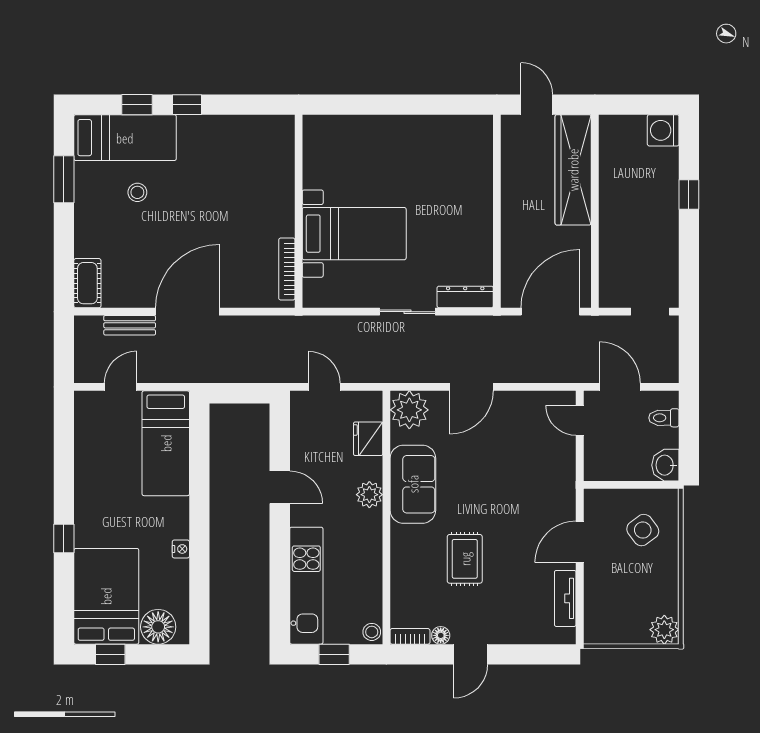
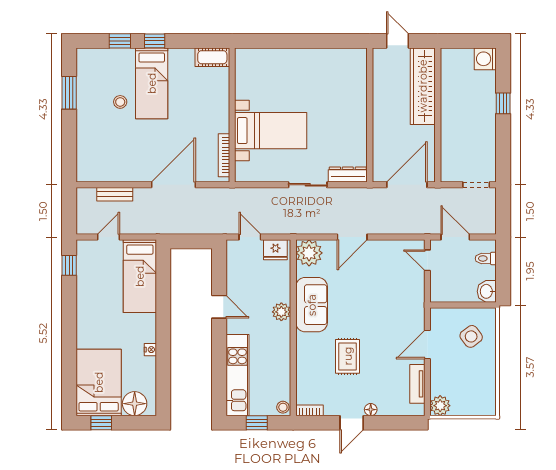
bed: (125, 138) -> (152, 83), moved, turned 90
cot: (87, 283) -> (212, 57), moved, turned 90
door: (187, 312) -> (173, 185), moved
fridge: (368, 439) -> (275, 250), moved, turned -90
window: (64, 538) -> (69, 265), moved
plant: (664, 630) -> (440, 406), moved
floor lamp: (441, 635) -> (371, 410), moved

